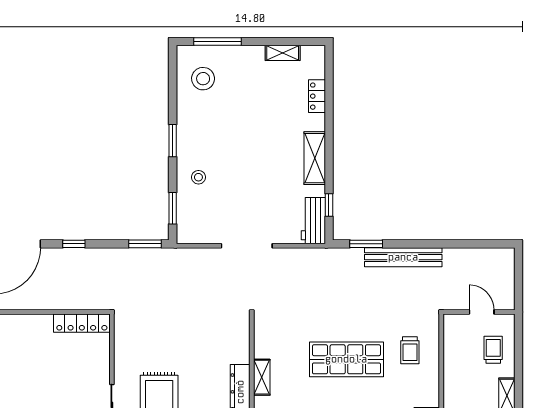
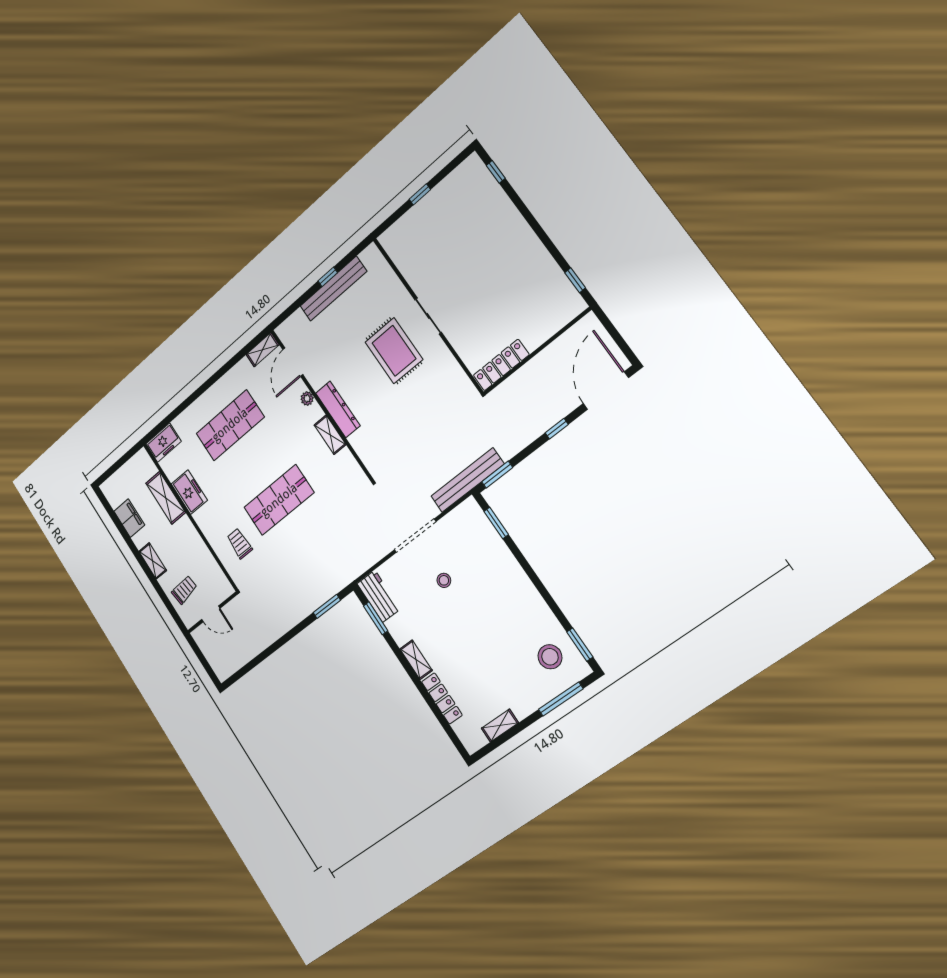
locker: (317, 96) -> (442, 698), width x1.53
window: (173, 141) -> (580, 645), moved
shelving: (315, 158) -> (416, 660), width x0.67, depth x0.75
stool: (198, 177) -> (444, 580), moved
window: (329, 205) -> (376, 618), width x1.50
bench: (403, 257) -> (467, 480), moved
trolley: (493, 350) -> (184, 590), turned -98

